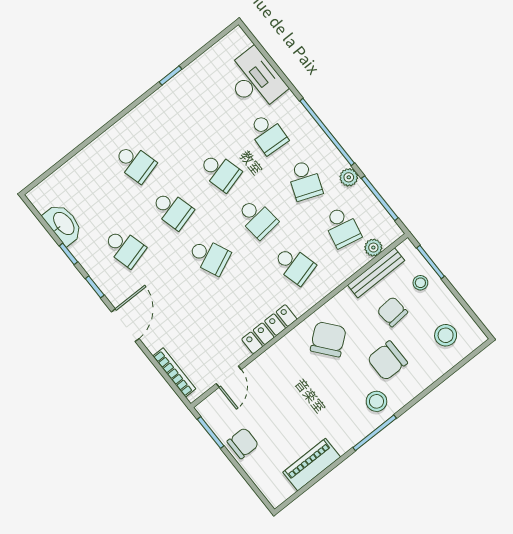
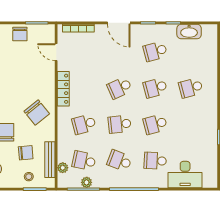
plant: (349, 177) -> (87, 182), moved

